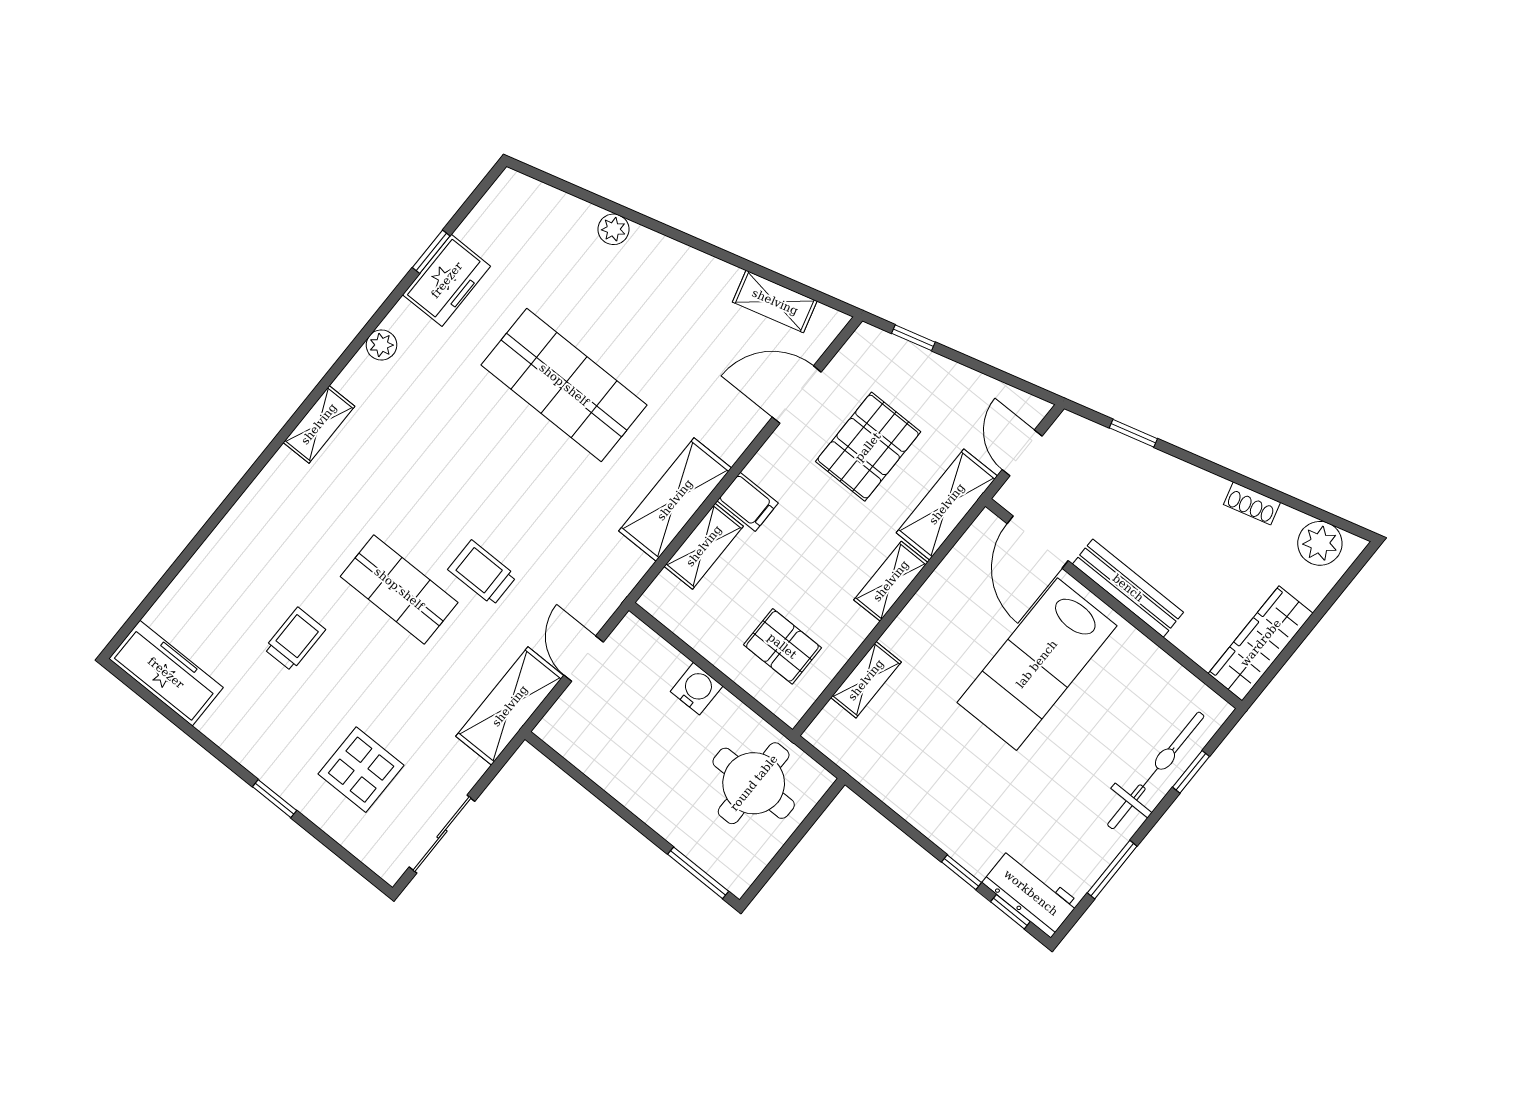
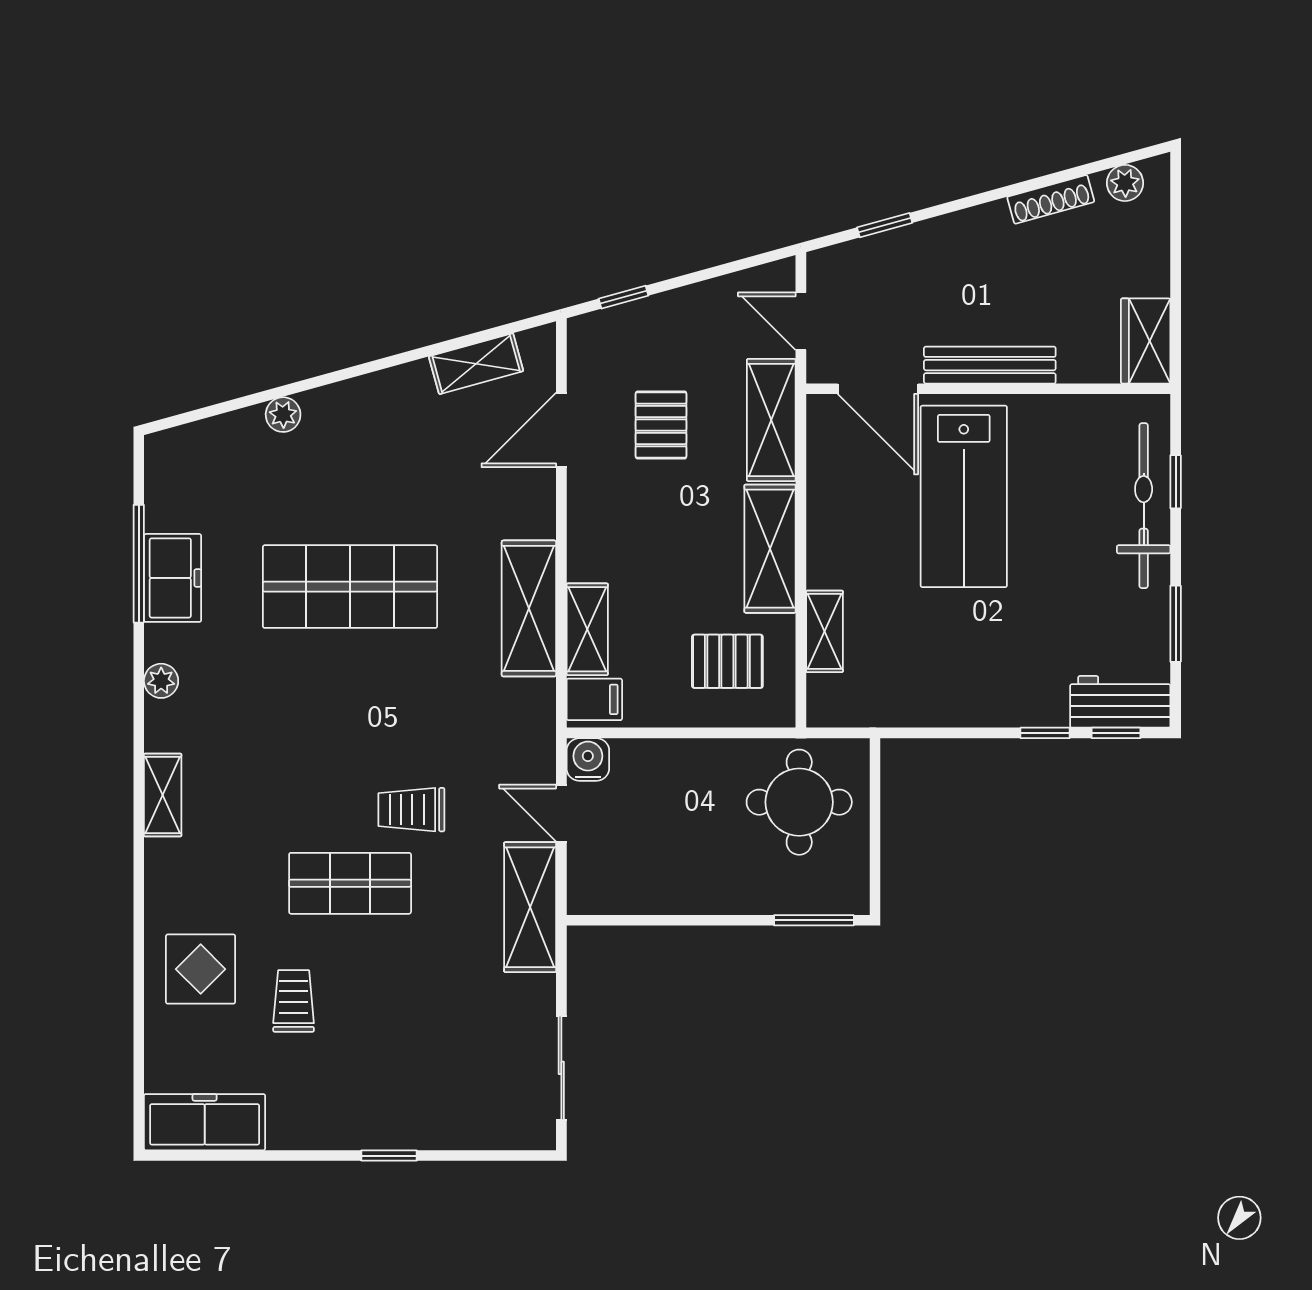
window: (431, 252) -> (139, 564), width x2.17
pallet: (868, 447) -> (661, 425), width x0.67, depth x0.71
filing cabinet: (748, 502) -> (594, 699), moved
shoe rack: (1252, 503) -> (1051, 199), width x1.43
plant: (1320, 543) -> (1125, 183), width x0.73, depth x0.73
shelving: (891, 581) -> (770, 549), width x1.50, depth x1.33
wardrobe: (1261, 643) -> (1146, 341), width x0.67
water cooler: (697, 689) -> (588, 759), moved
display table: (361, 770) -> (201, 969), moved

